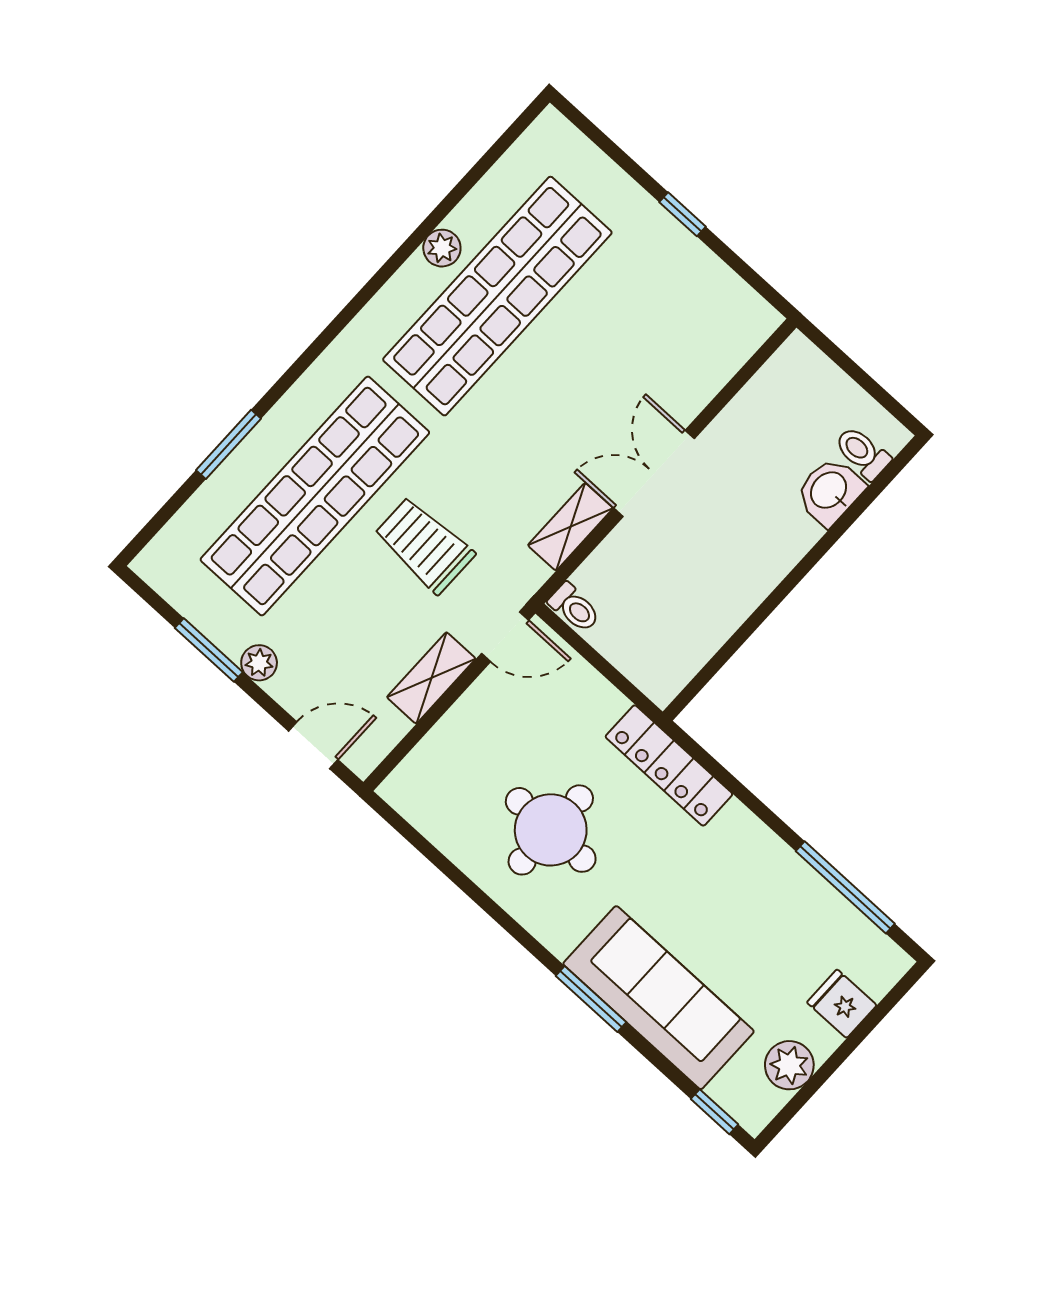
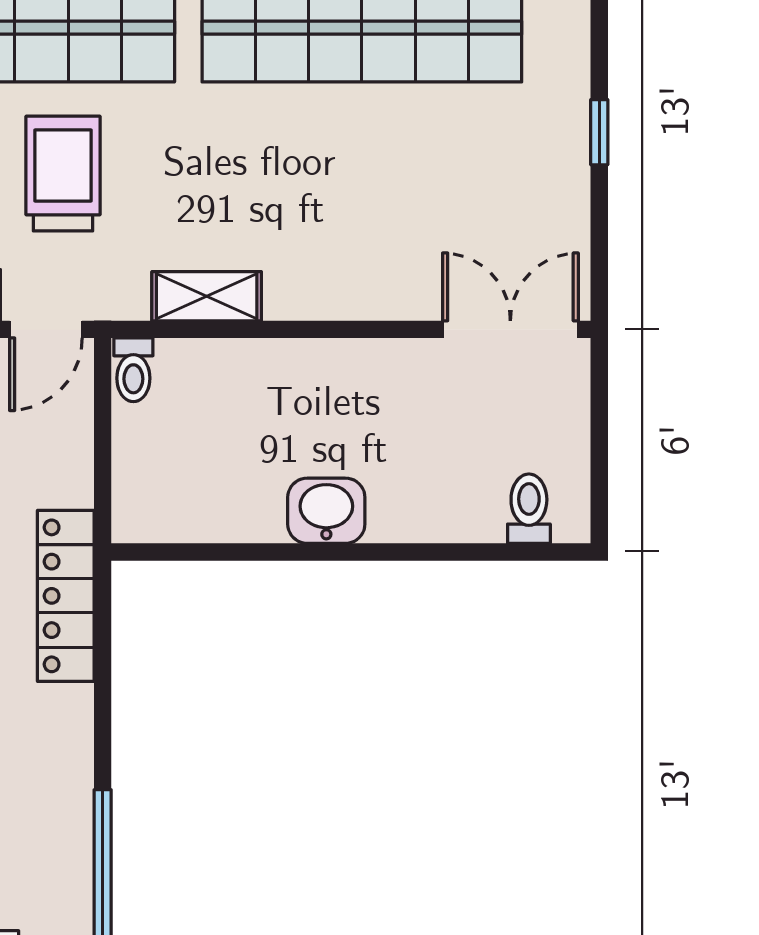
double door: (654, 473) -> (510, 329), moved
washbasin: (830, 491) -> (326, 511), moved
door: (505, 637) -> (46, 329), hinge flipped

